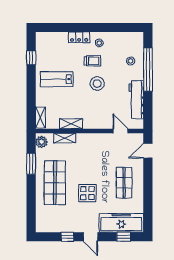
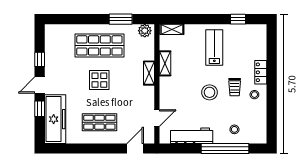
shelving: (65, 138) -> (149, 73), moved
door: (148, 151) -> (135, 149), hinge flipped
display table: (87, 193) -> (99, 80), moved
window: (124, 237) -> (40, 109), moved

